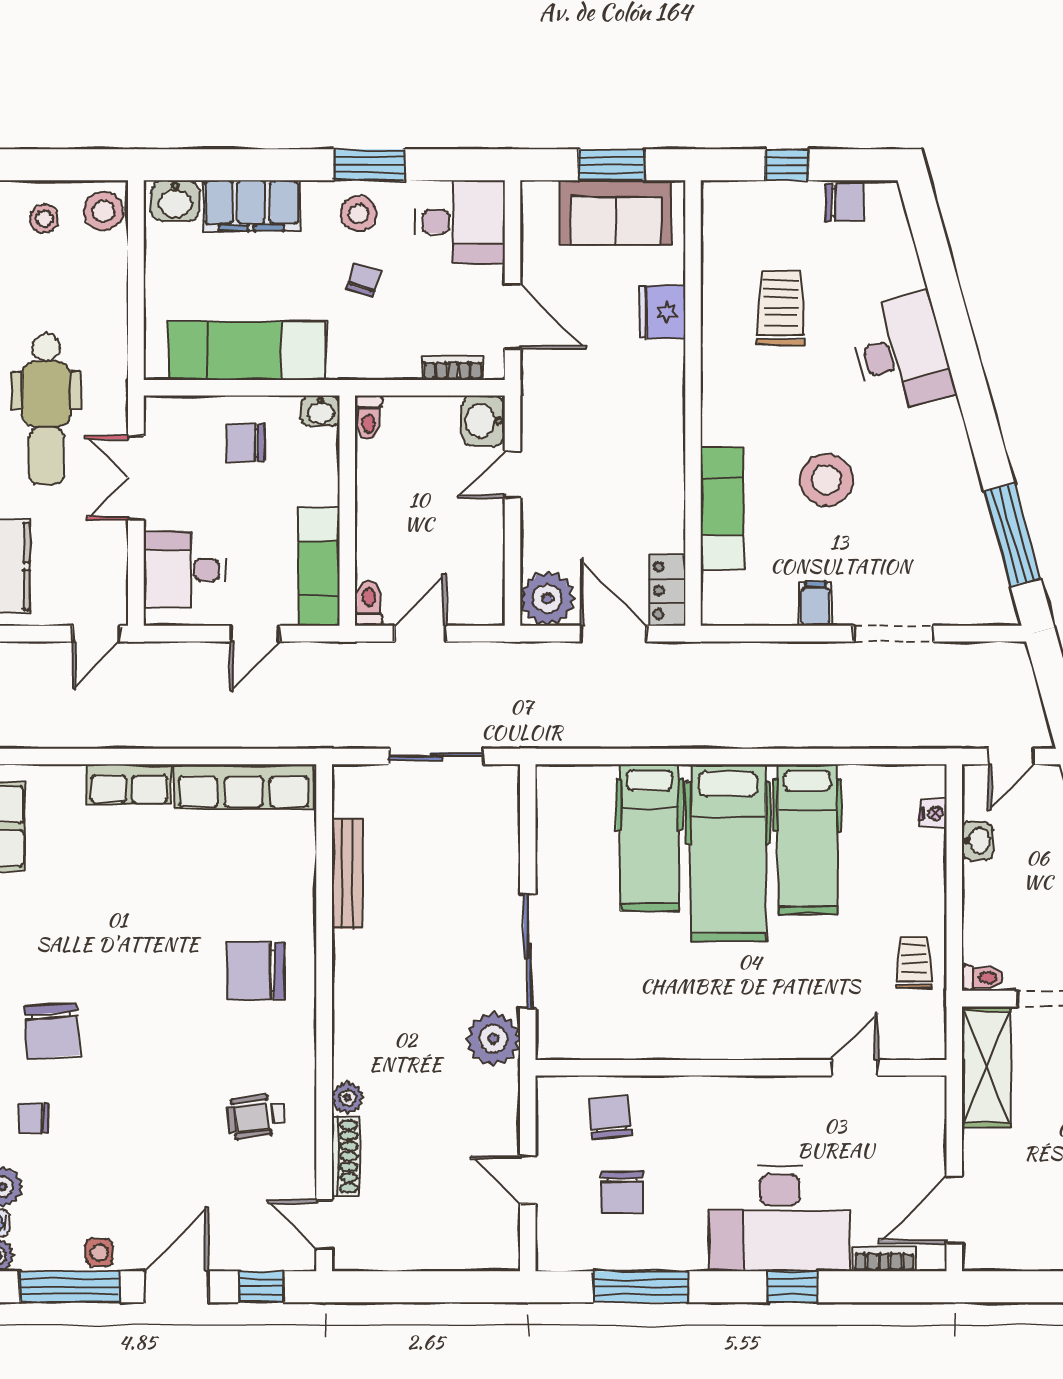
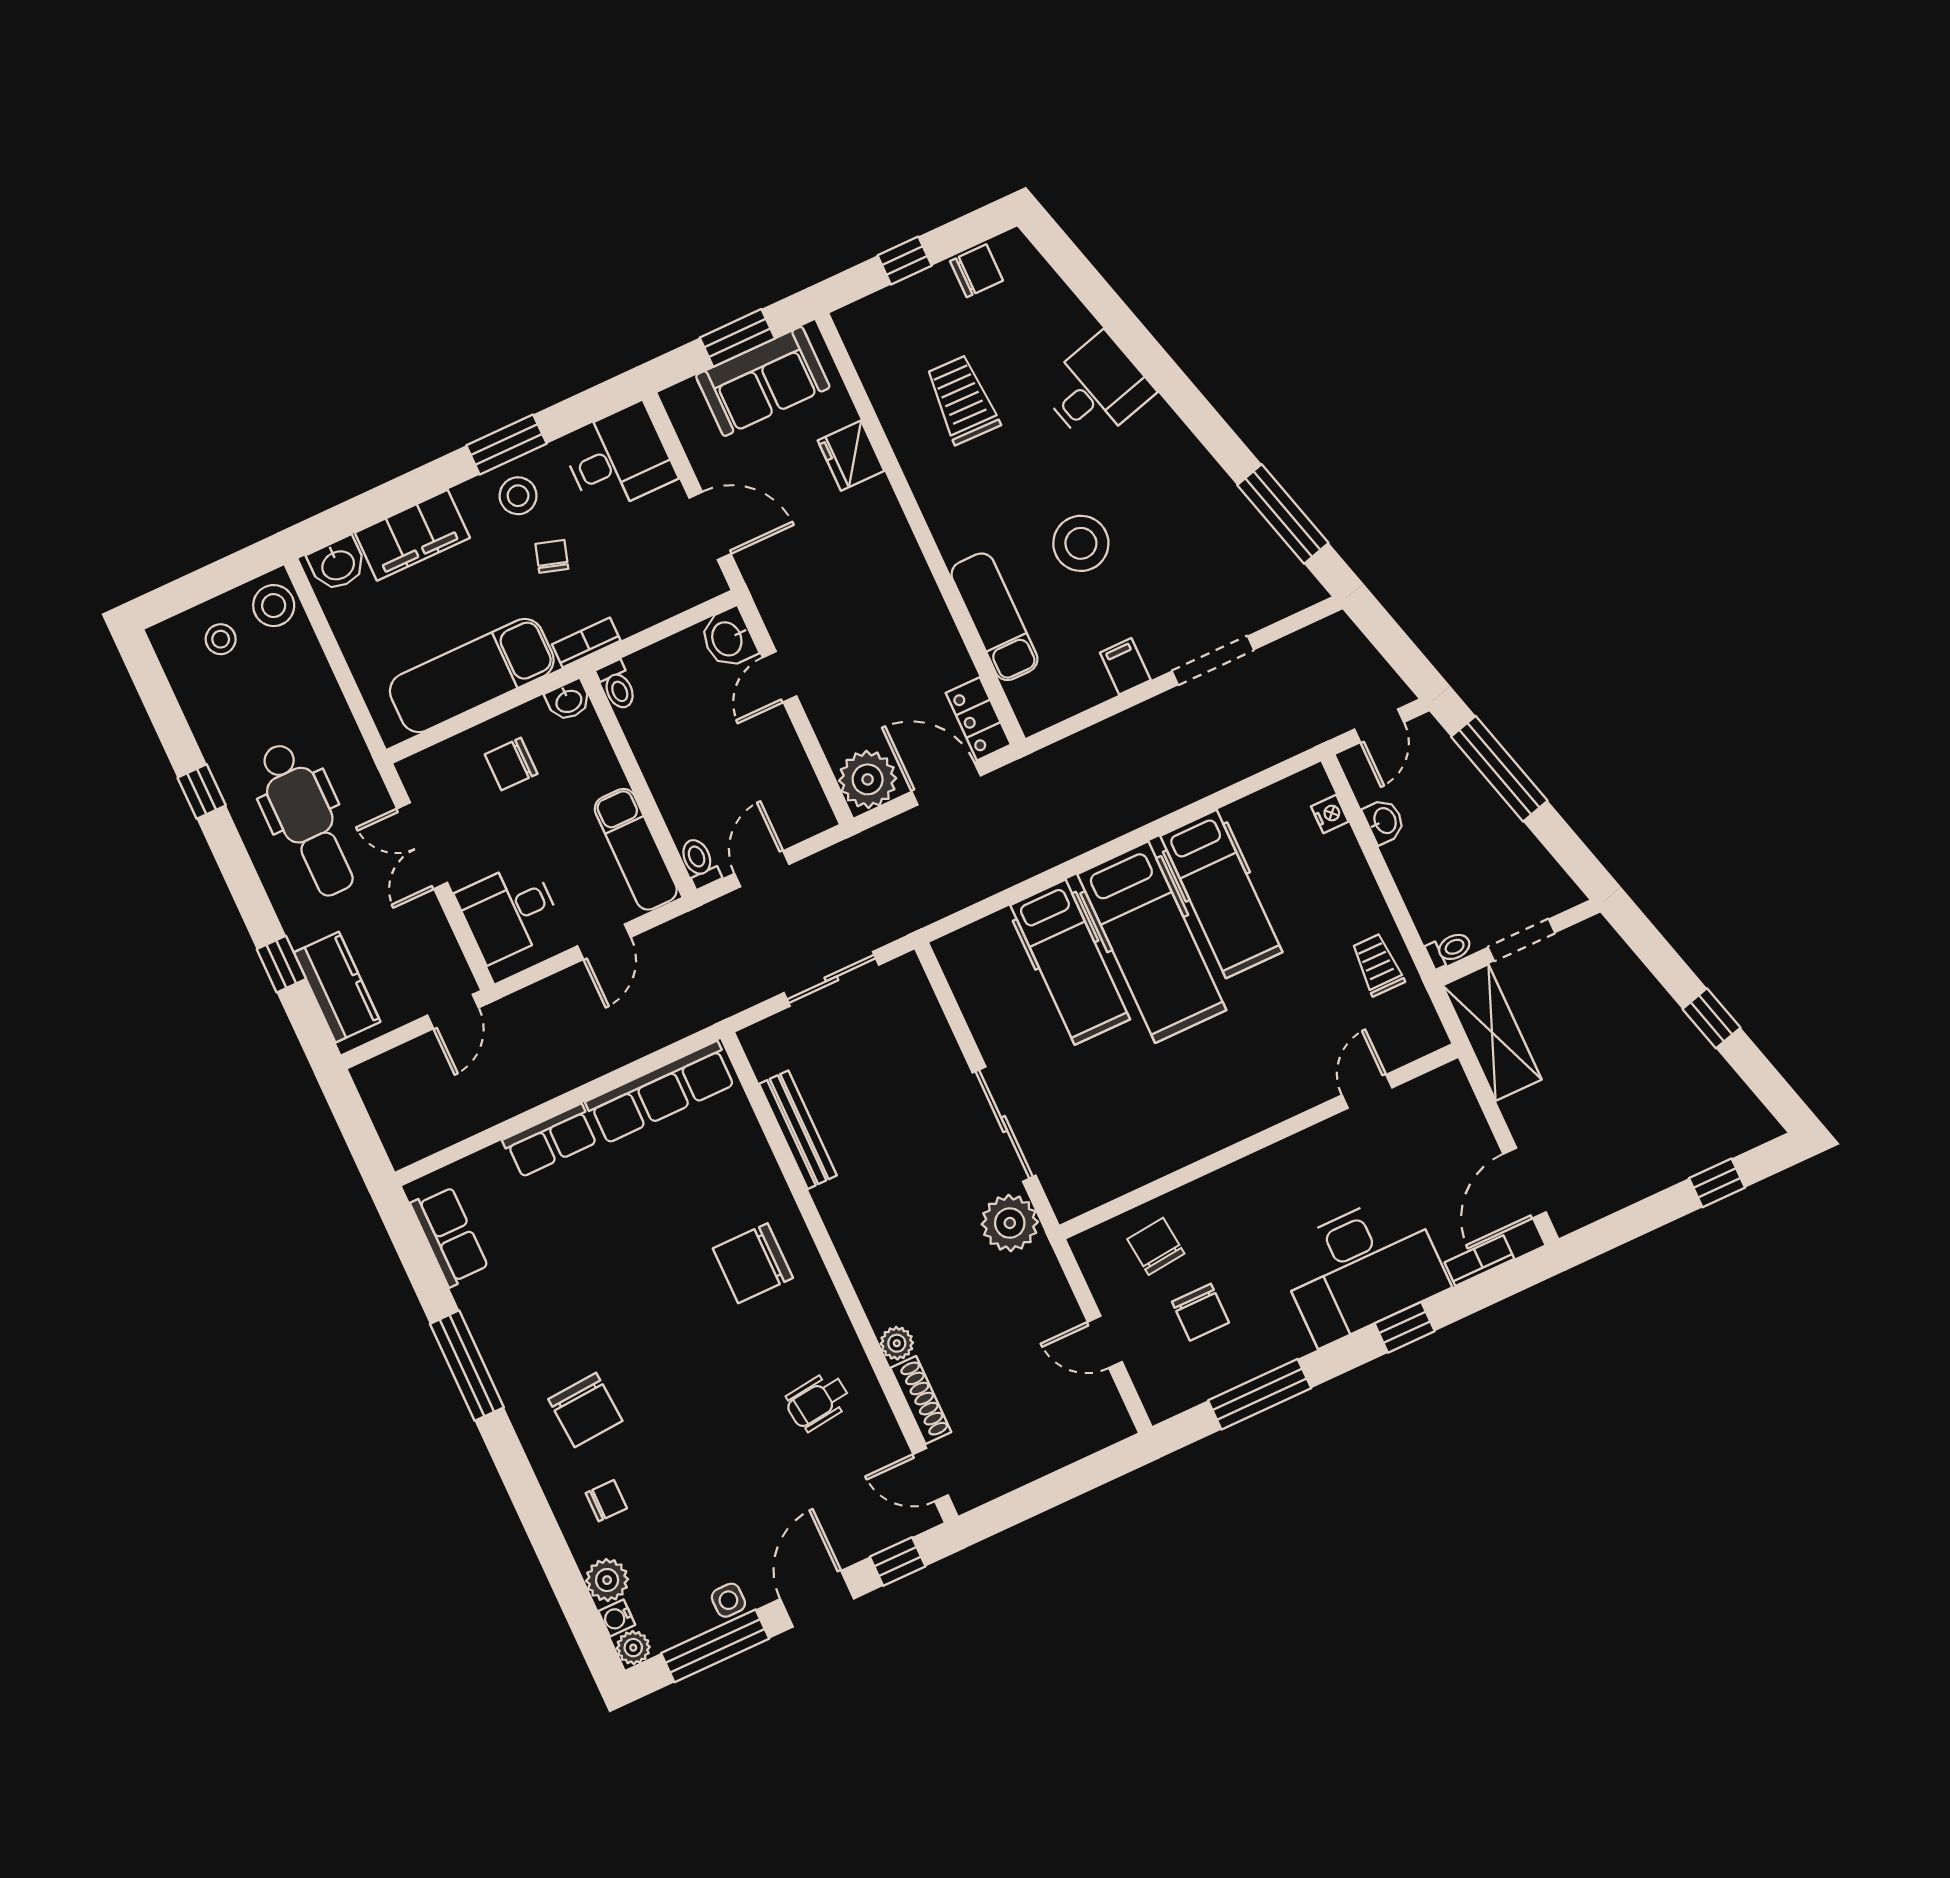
desk: (901, 353) -> (1097, 389), width x0.73
bookcase: (453, 368) -> (586, 642), moved
chair: (33, 1118) -> (606, 1501), turned 180

